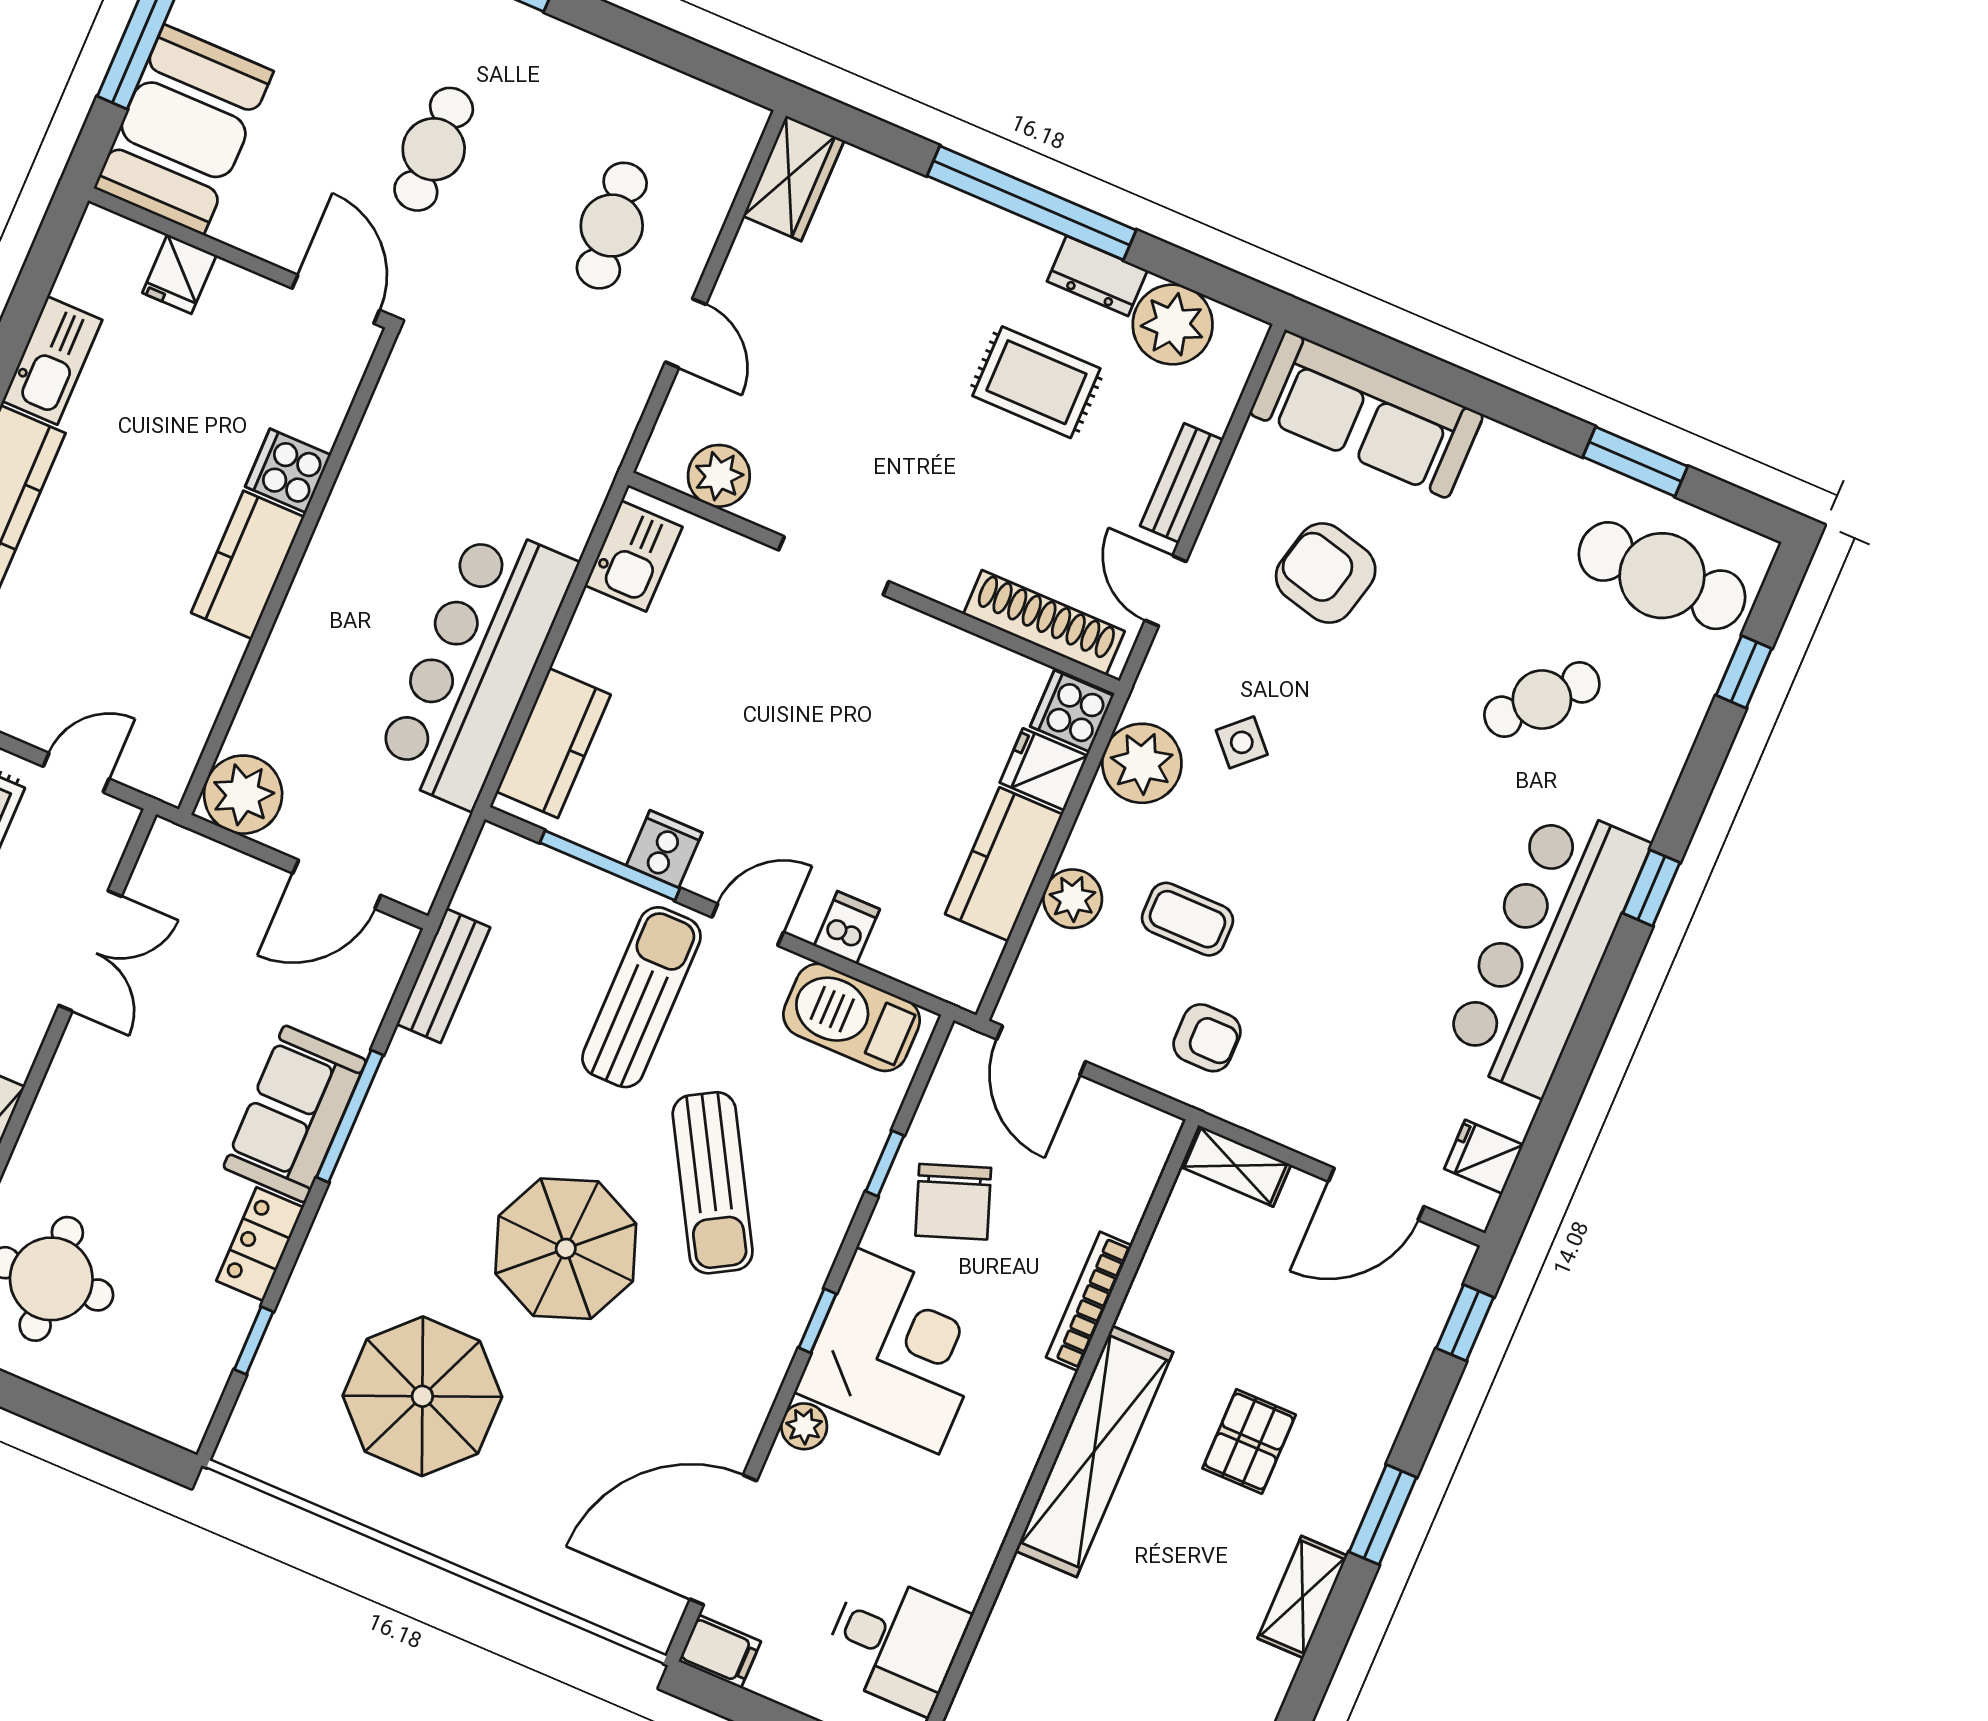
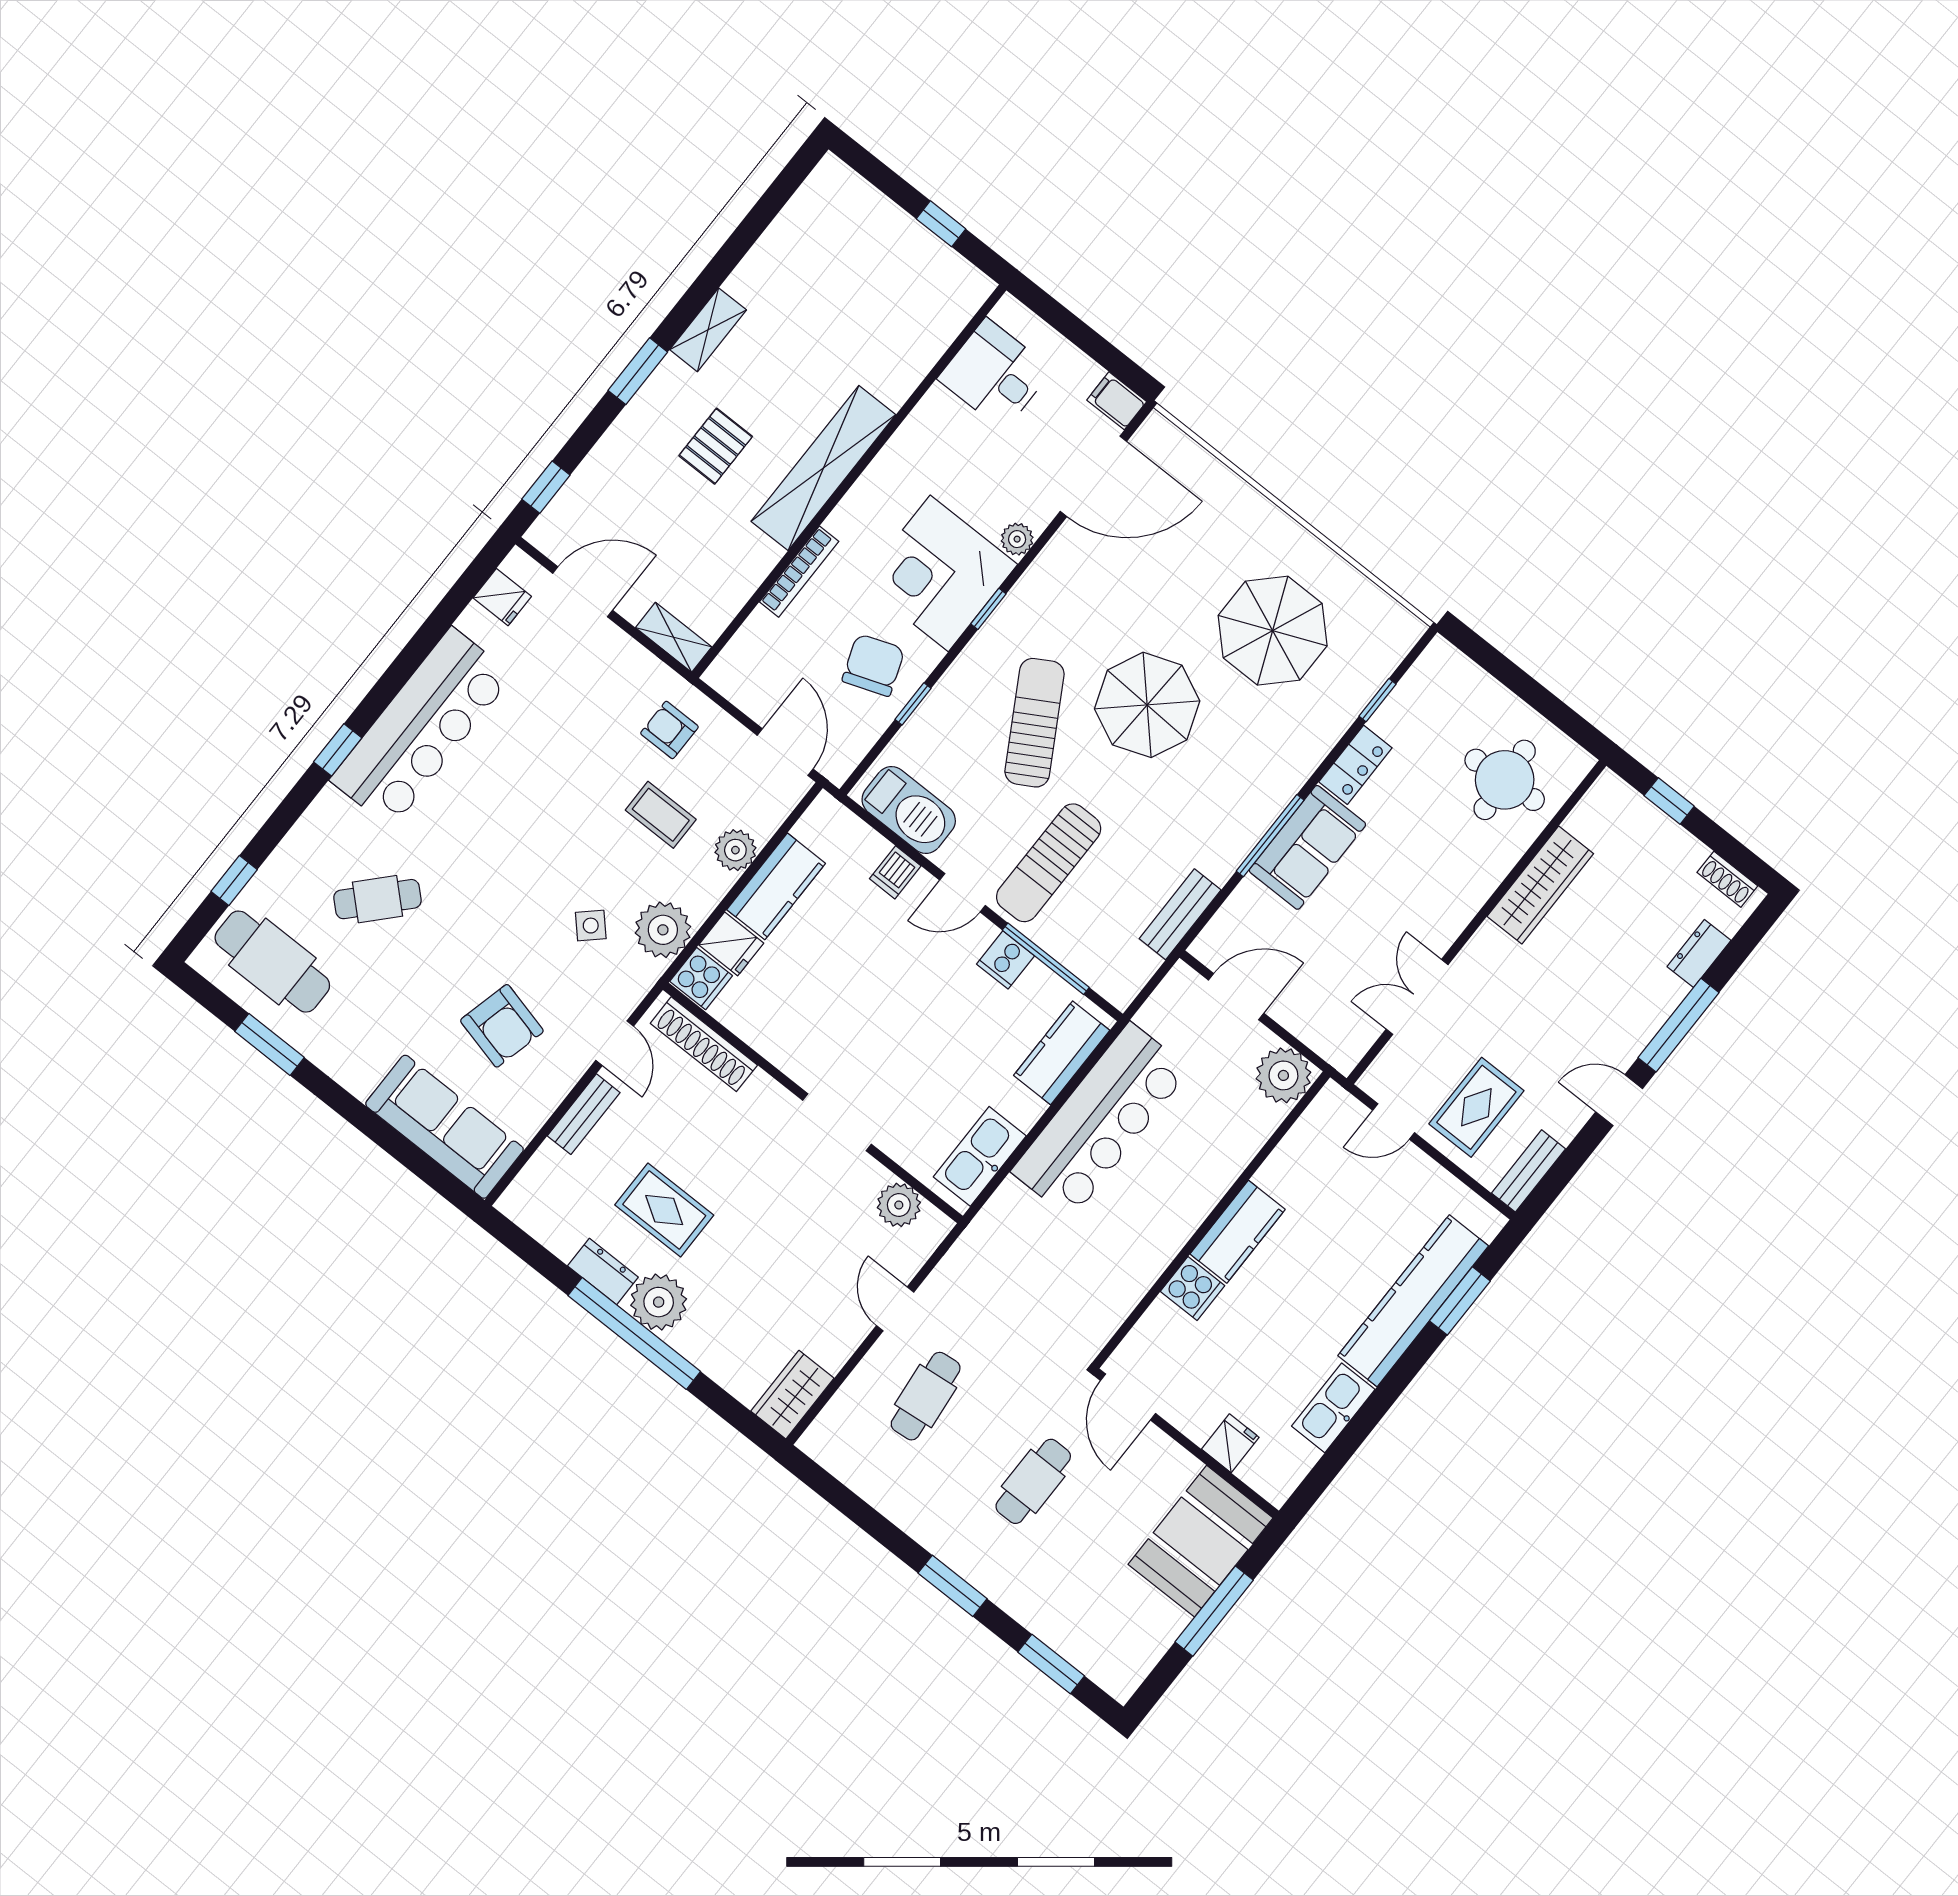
plant: (1173, 324) -> (659, 1302), moved
kitchen sink: (634, 556) -> (980, 1156), width x1.38

